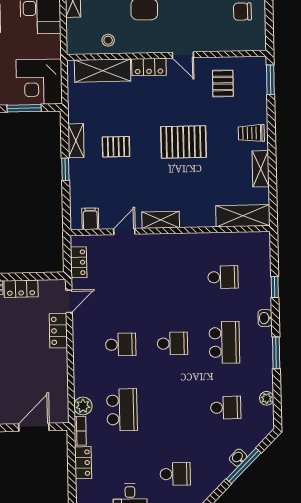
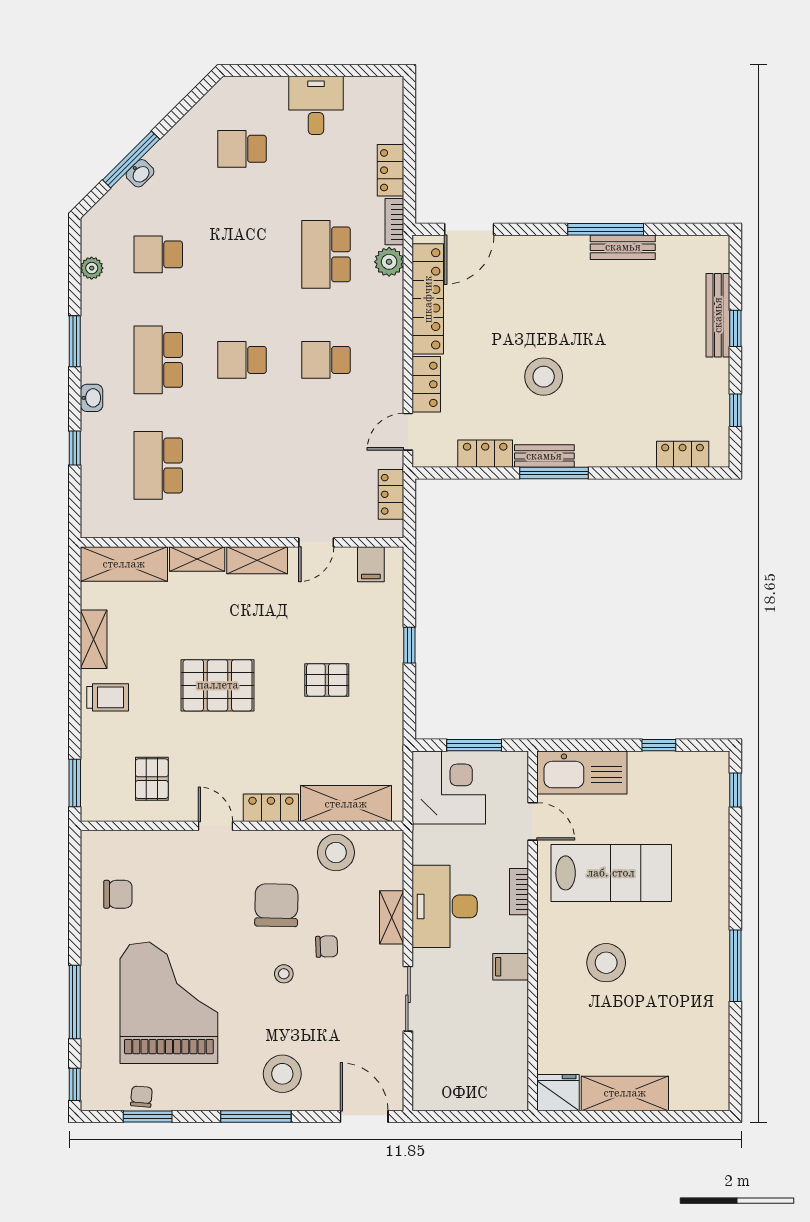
stool: (108, 40) -> (336, 852), width x1.89, depth x1.89
shelving: (76, 141) -> (197, 559), moved, turned 90
school desk: (223, 277) -> (158, 465), width x1.85
locker: (58, 384) -> (428, 299), added

